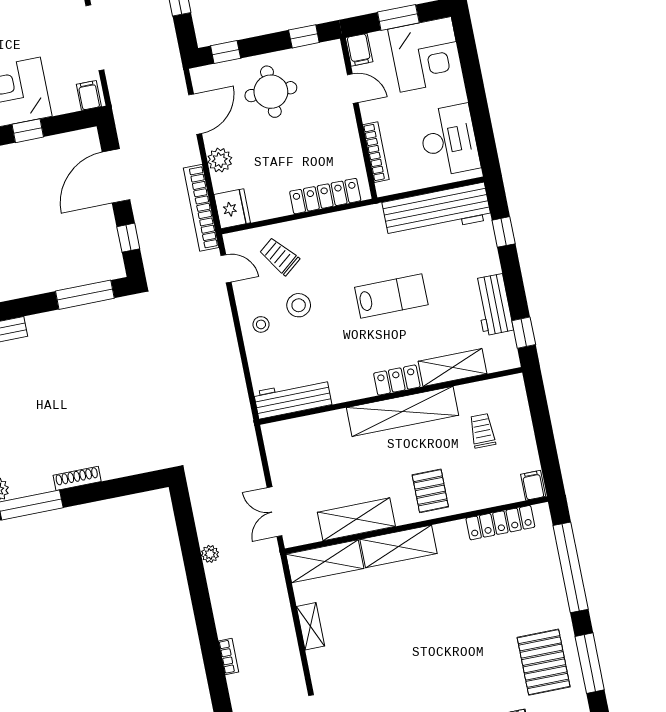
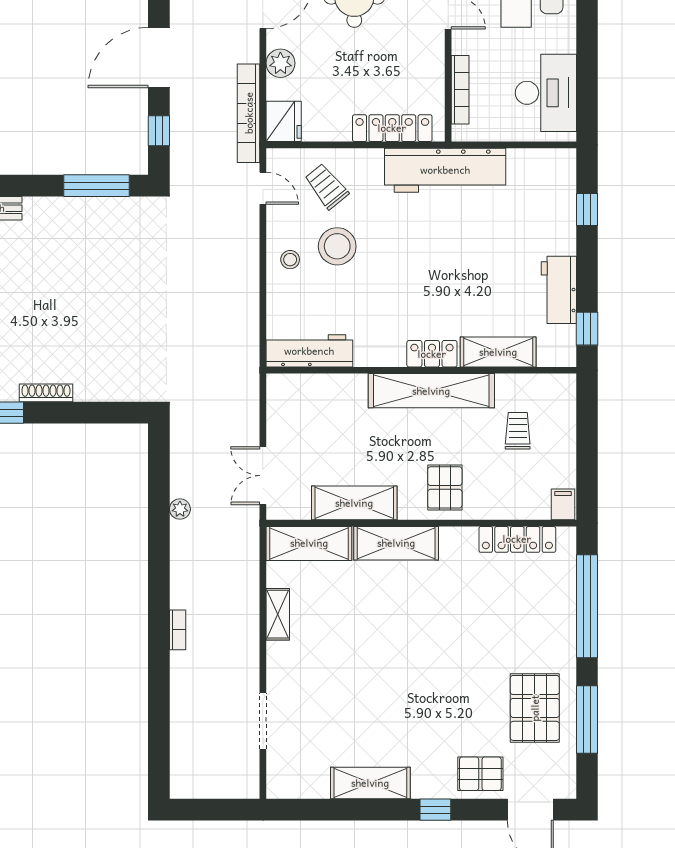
workbench: (437, 211) -> (445, 170), moved
lab bench: (391, 296) -> (445, 257), removed
stool: (299, 305) -> (337, 246), width x1.38, depth x1.38

